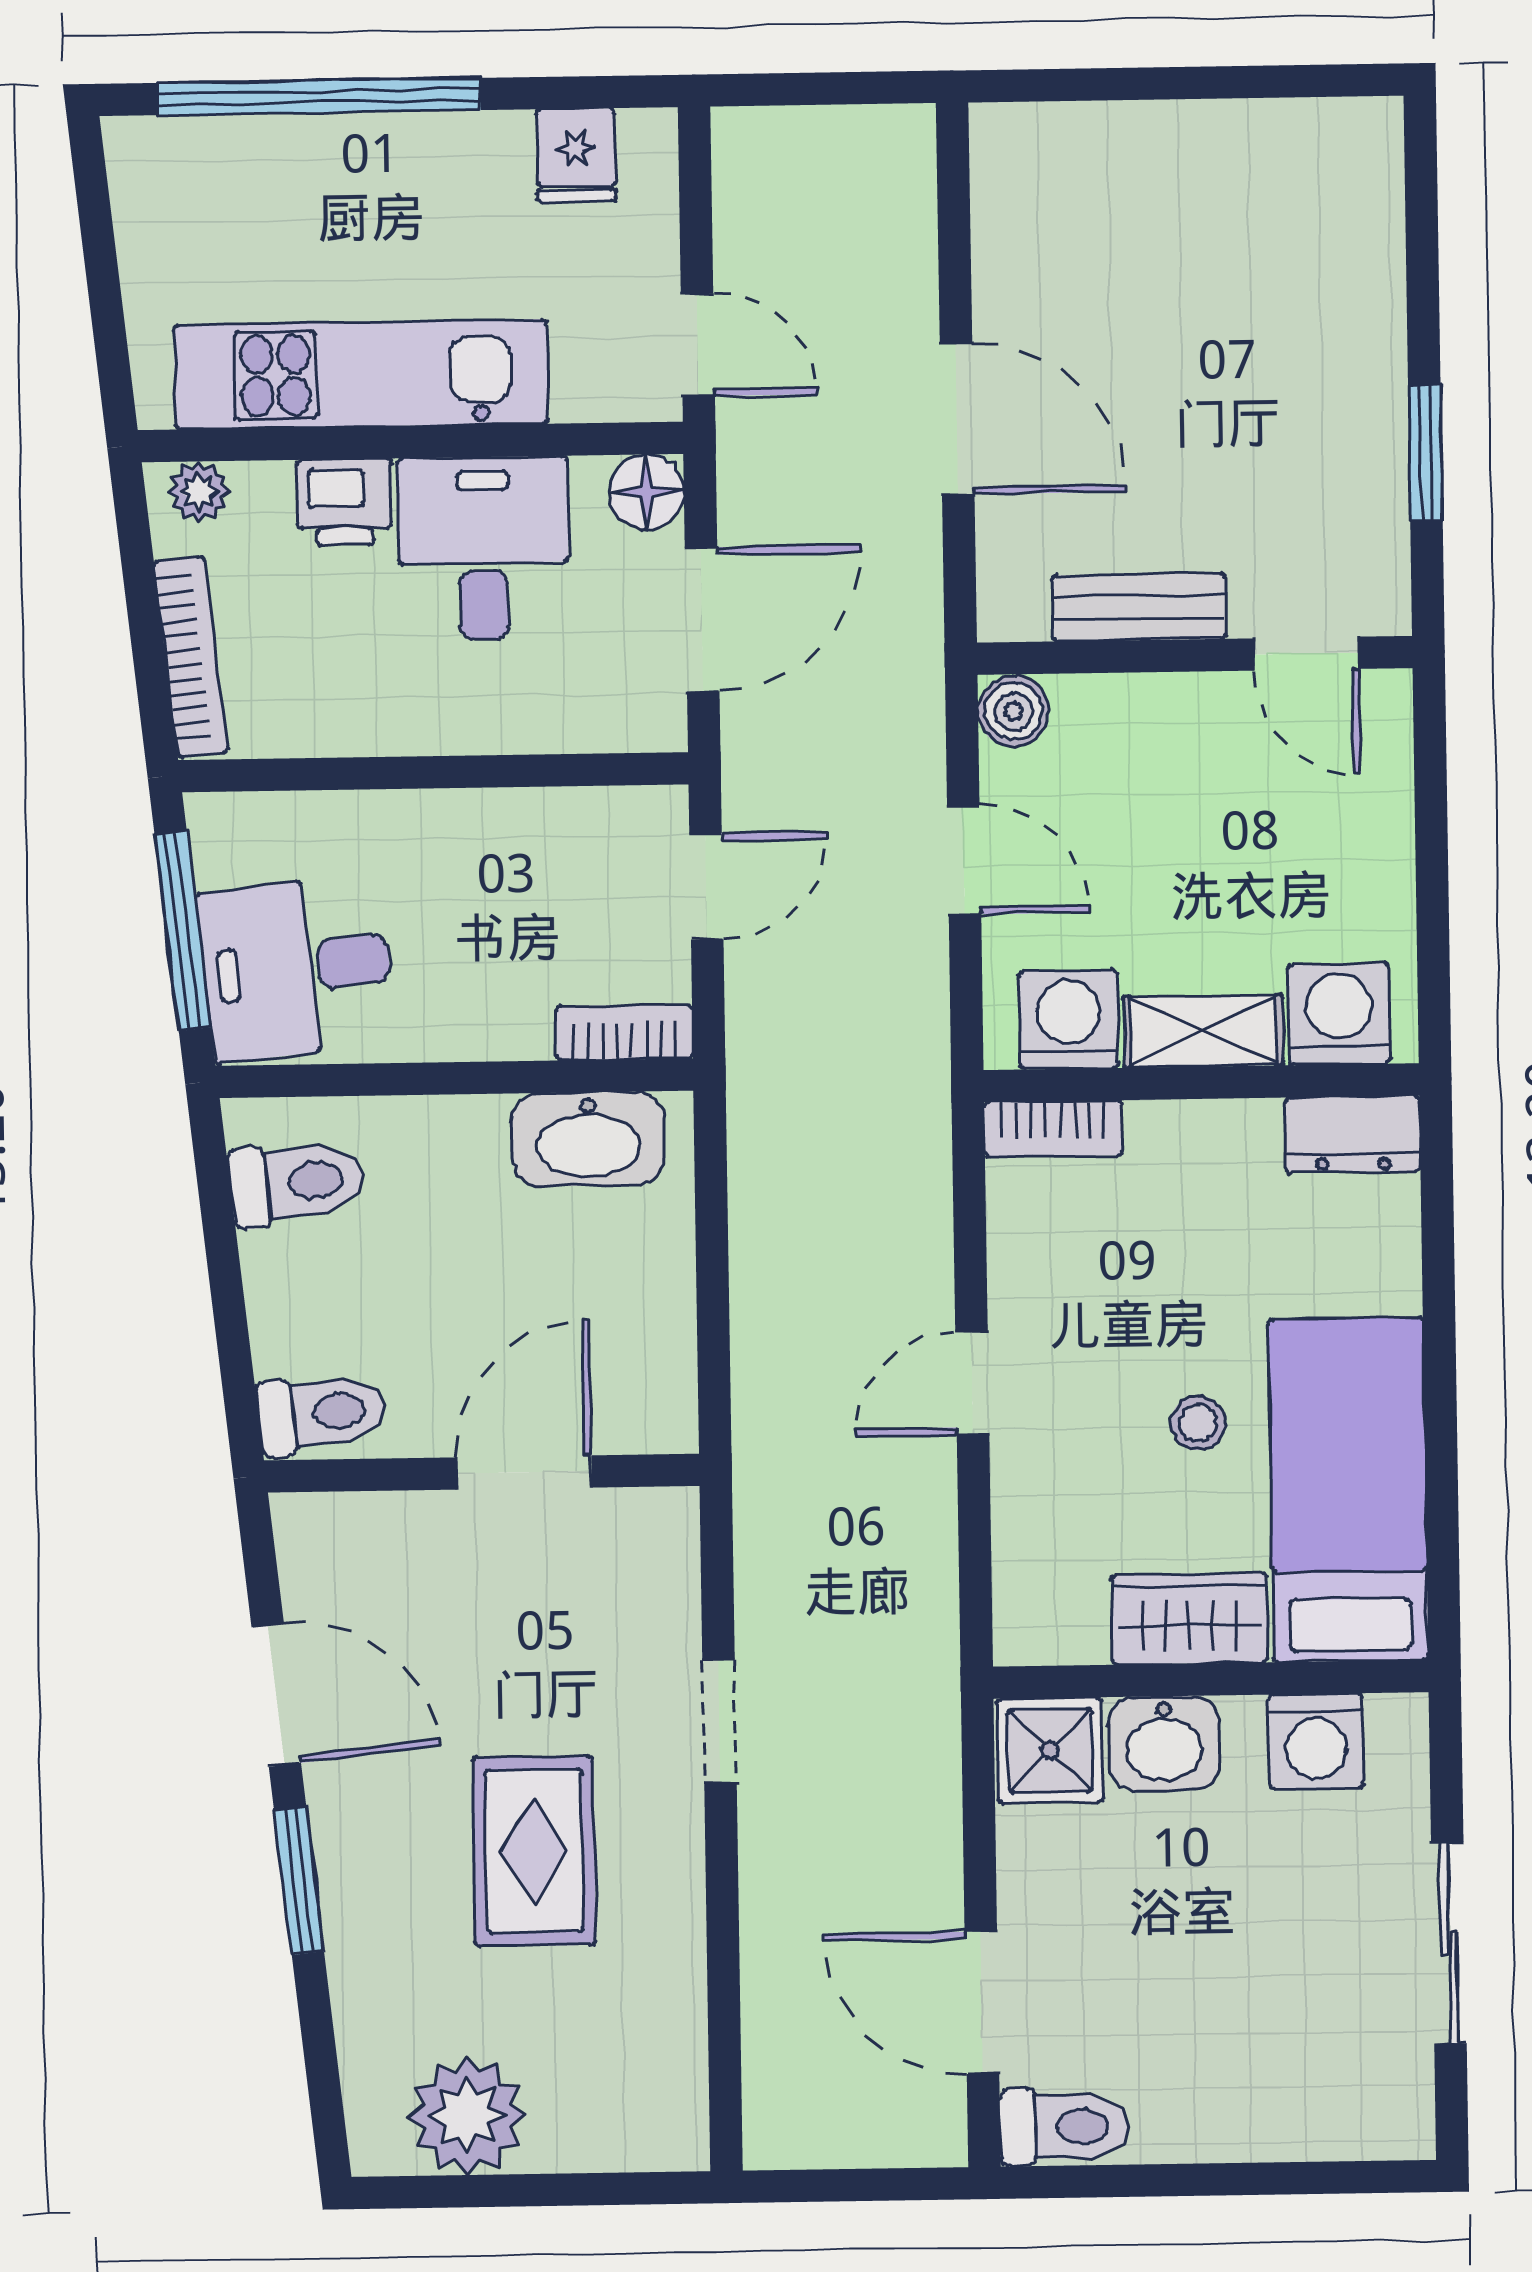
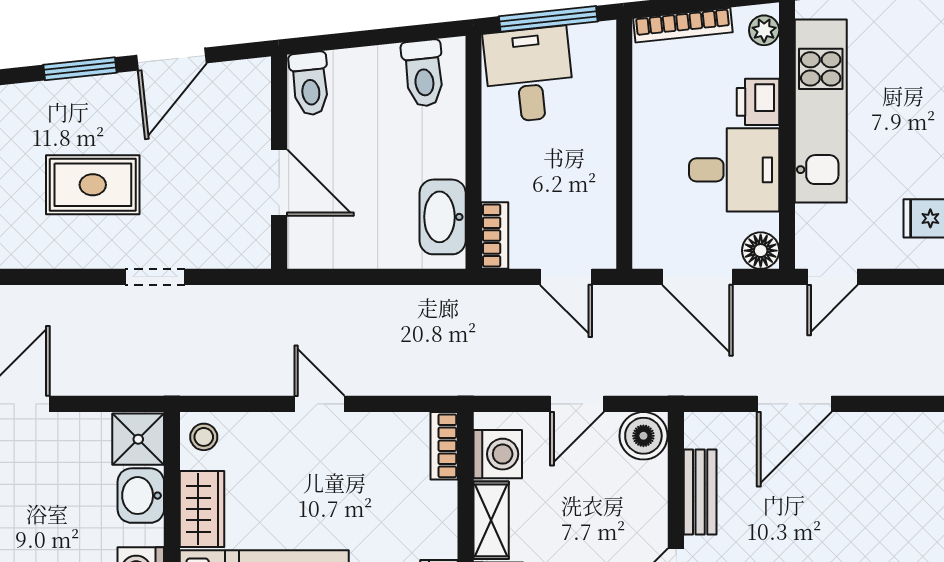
boiler: (1013, 711) -> (643, 436), width x1.36, depth x1.36
stool: (1198, 1423) -> (204, 437), moved

